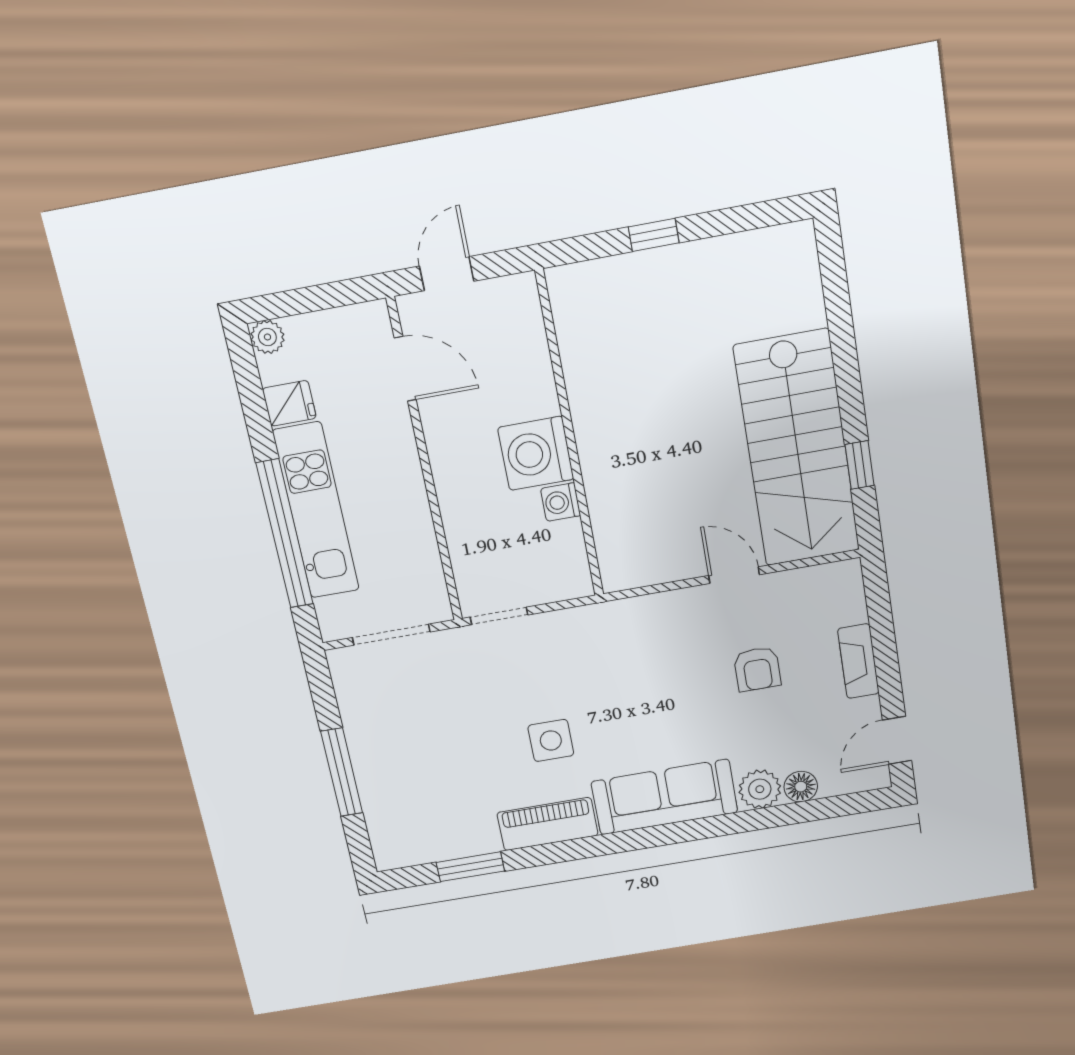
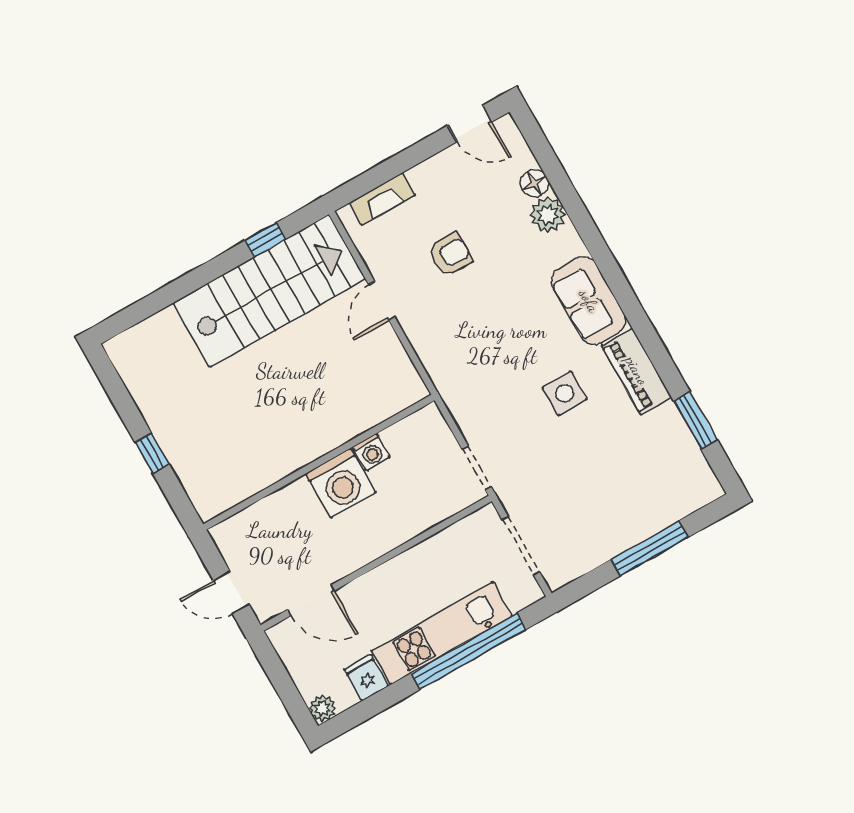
door: (405, 369) -> (311, 600), swing flipped
fireplace: (858, 661) -> (382, 199), moved
sofa: (664, 797) -> (589, 301), width x0.73

